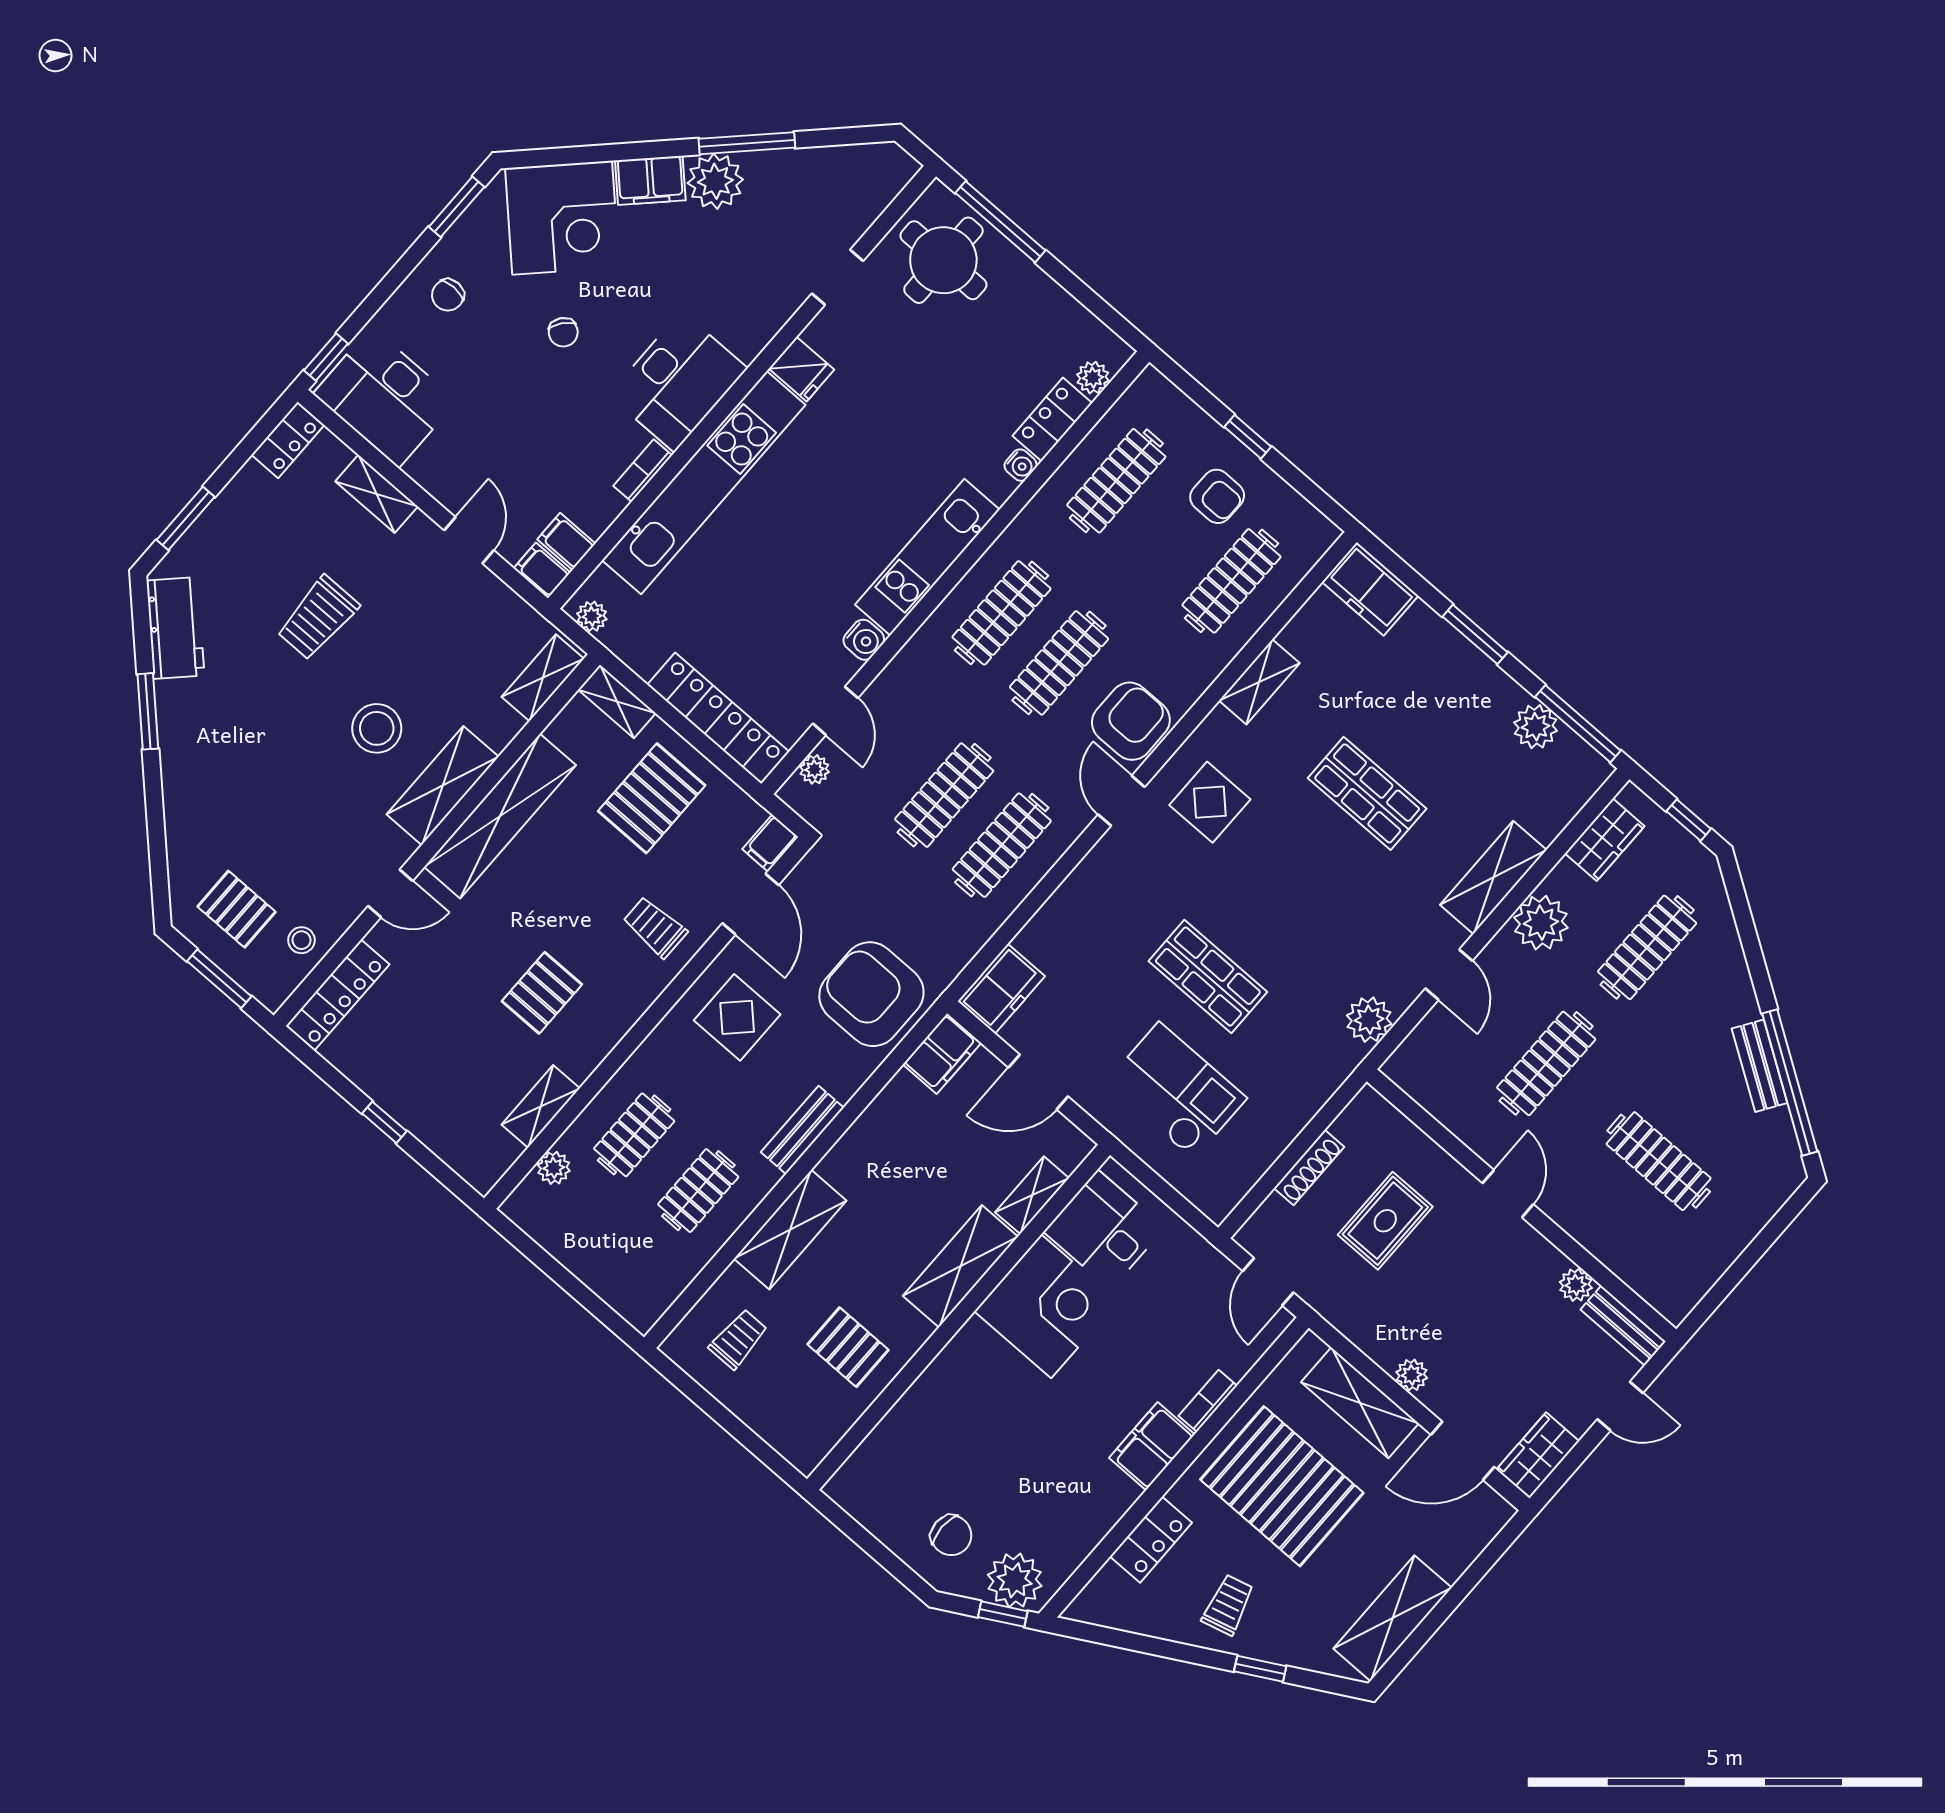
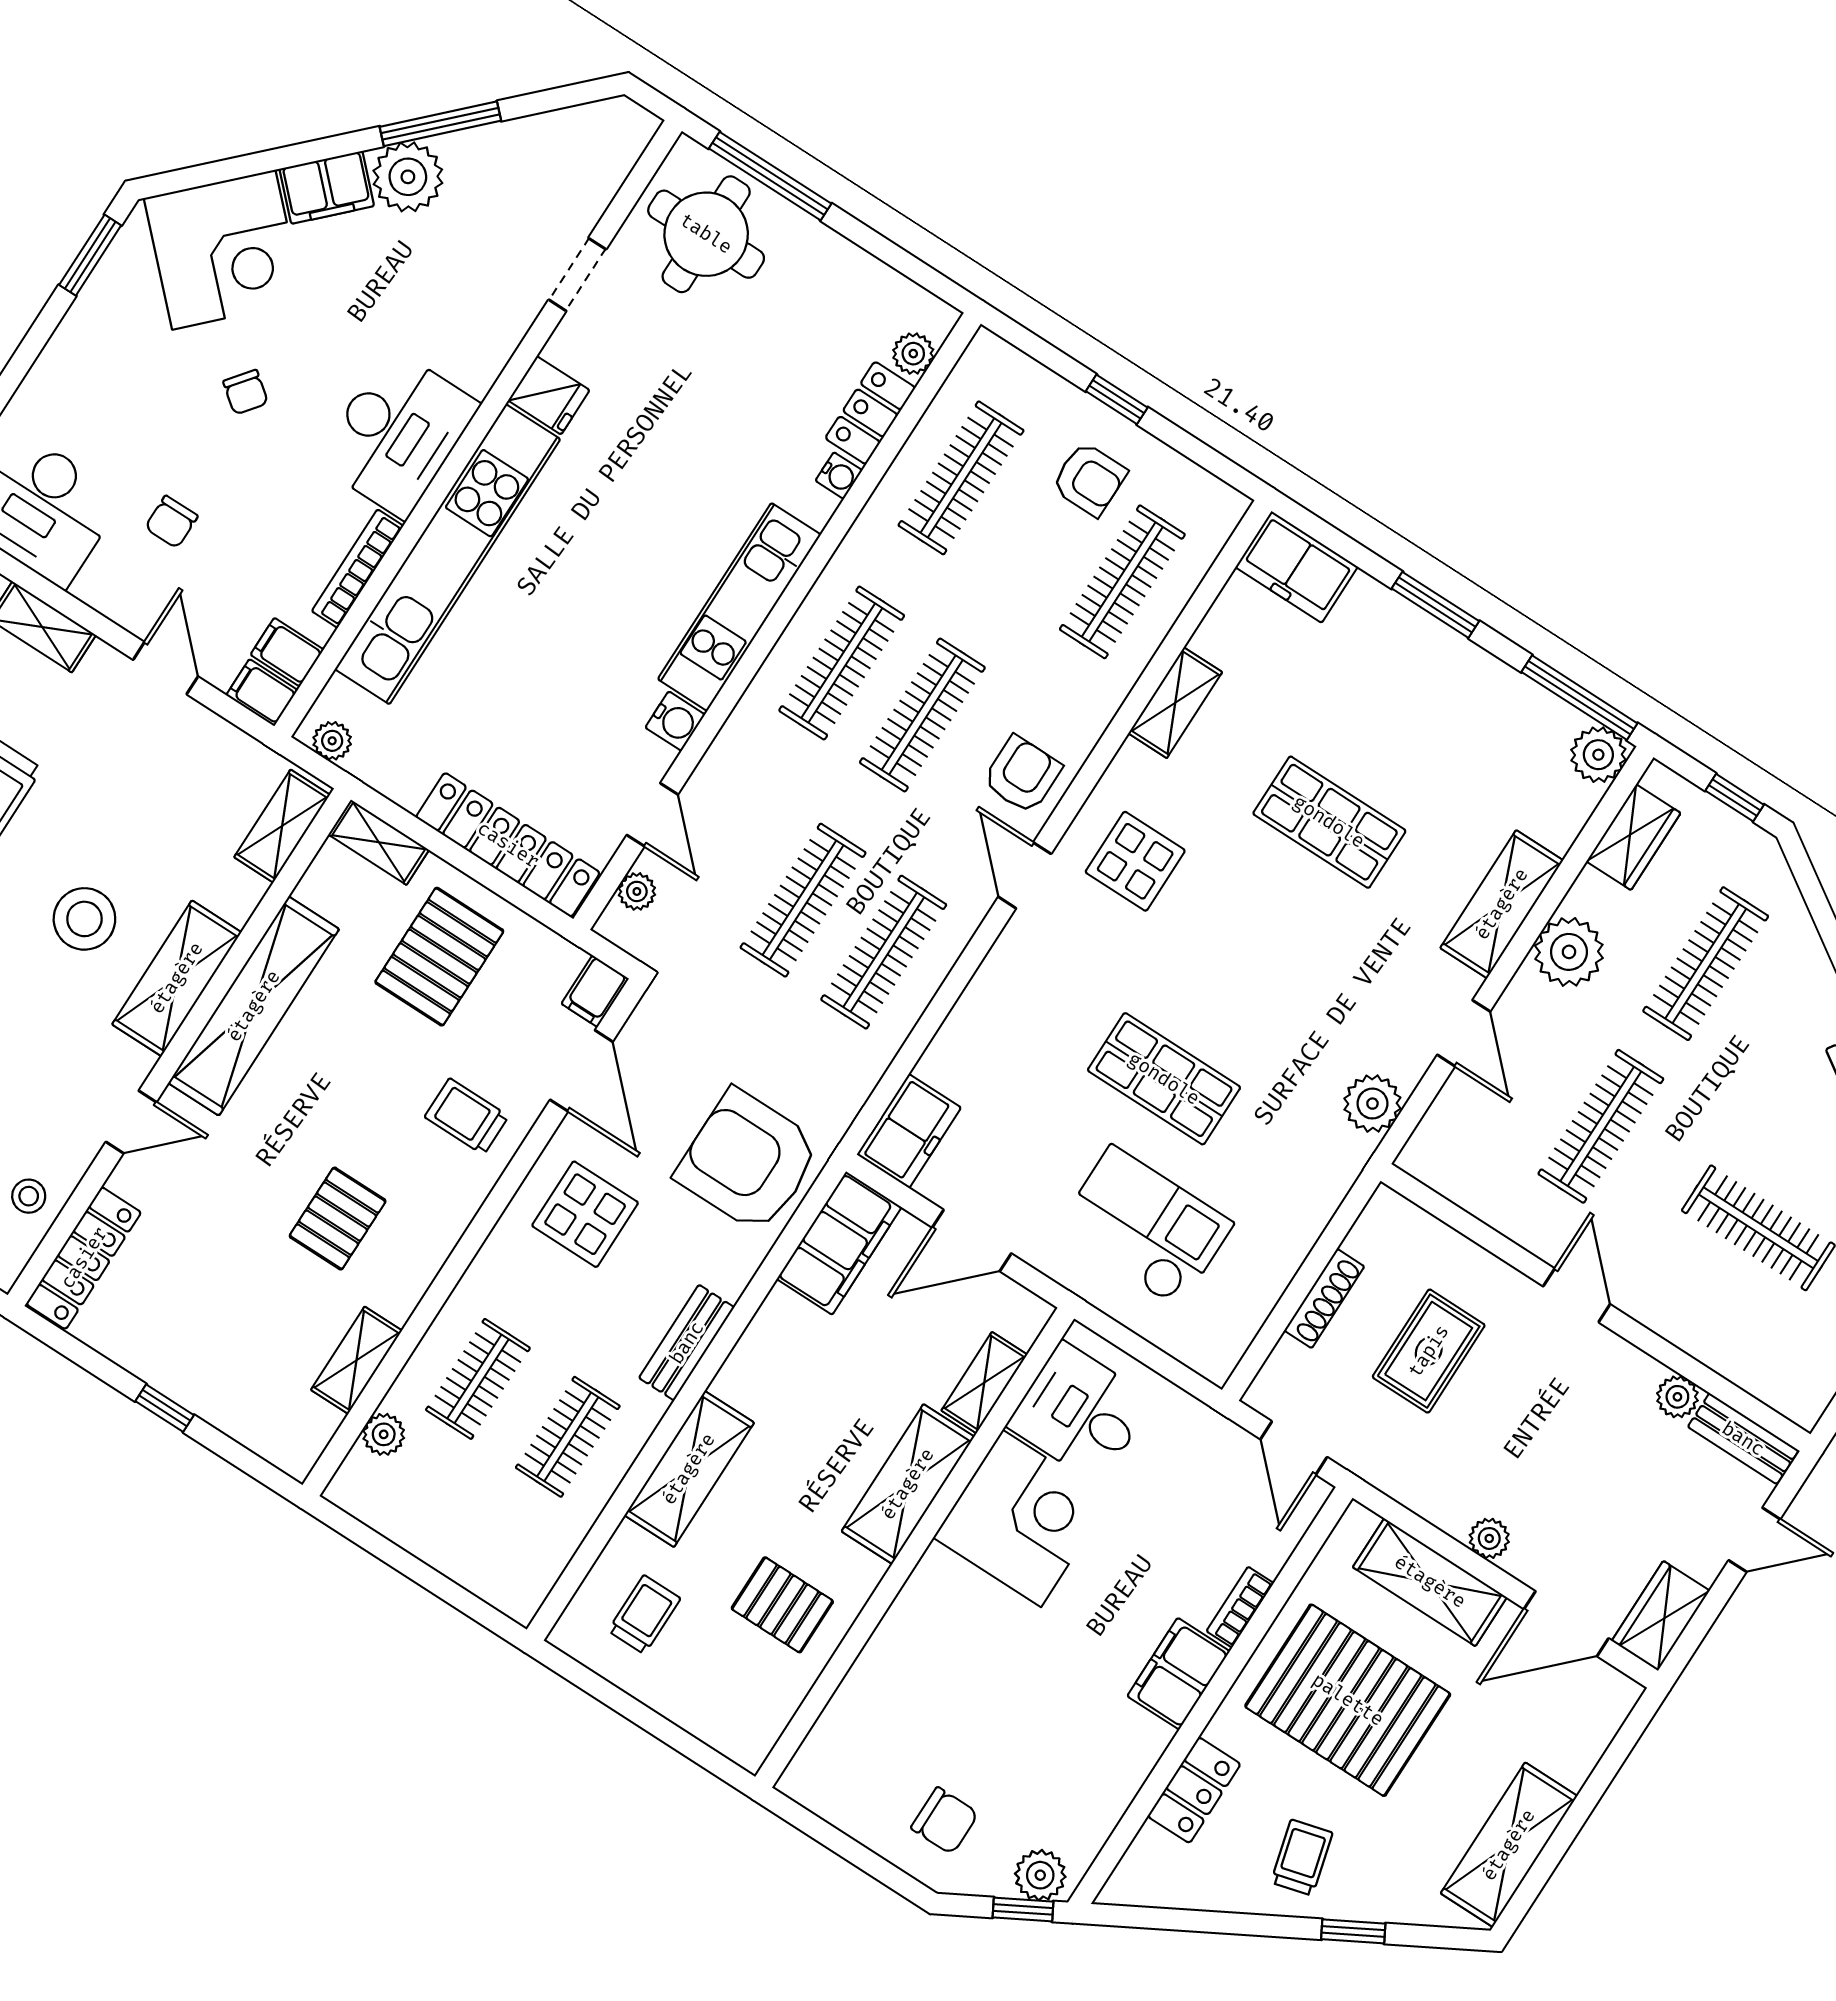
chair: (448, 295) -> (171, 522), moved
bookcase: (643, 471) -> (358, 569), width x1.56
armchair: (1131, 721) -> (1022, 775), width x0.72, depth x0.72
plant: (1536, 727) -> (1598, 755), moved
filing cabinet: (942, 1054) -> (839, 1243), width x1.50, depth x1.17
plant: (1015, 1580) -> (1040, 1875), width x0.73, depth x0.73

